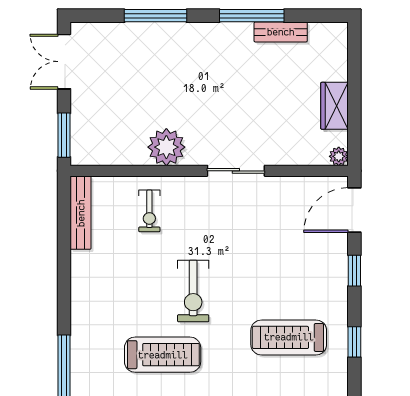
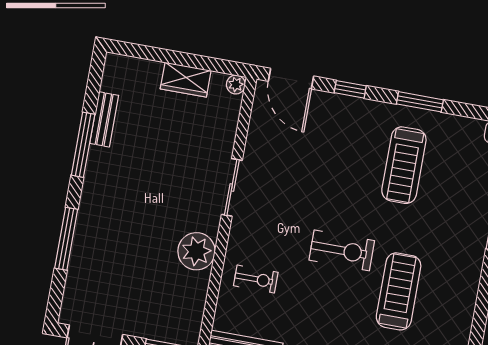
window: (354, 342) -> (420, 102), width x1.50

